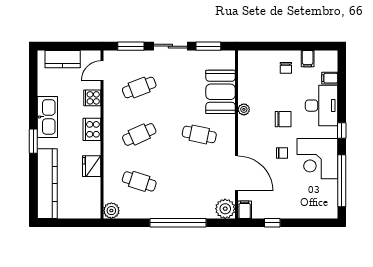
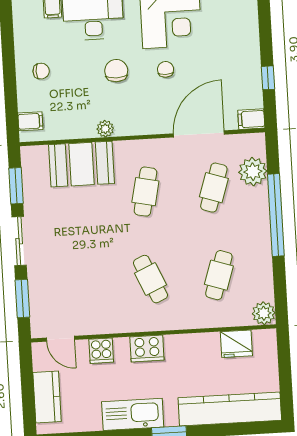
filing cabinet: (308, 59) -> (30, 121), moved
cafe table: (139, 87) -> (214, 188), moved, turned 39
fridge: (92, 166) -> (236, 344), moved
plant: (225, 209) -> (253, 172), moved

